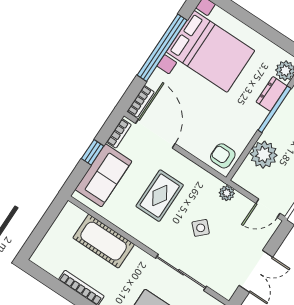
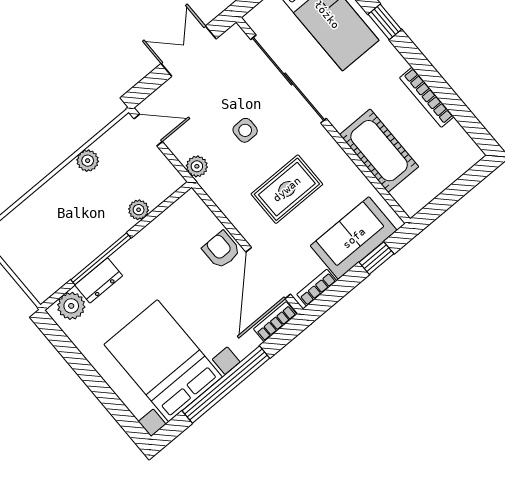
window: (93, 152) -> (377, 258), moved
plant: (264, 155) -> (139, 210), width x0.53, depth x0.53
armchair: (223, 156) -> (221, 250), moved, turned 180
side table: (201, 228) -> (245, 130), turned 45
sliding door: (181, 272) -> (288, 79), width x1.36

